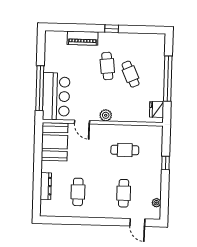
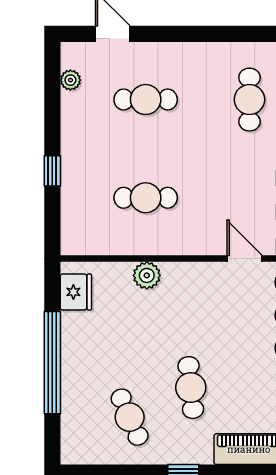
cafe table: (131, 74) -> (130, 417), moved
plant: (106, 115) -> (147, 275), moved
cafe table: (124, 193) -> (146, 100), turned 90

